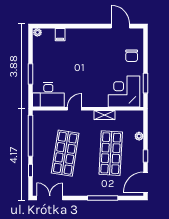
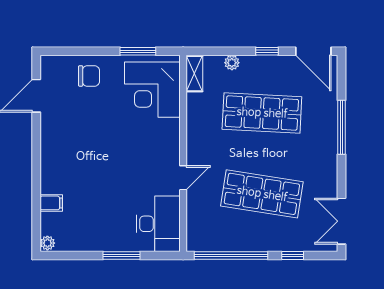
door: (74, 109) -> (183, 178), swing flipped
shelving: (104, 115) -> (194, 74), moved

